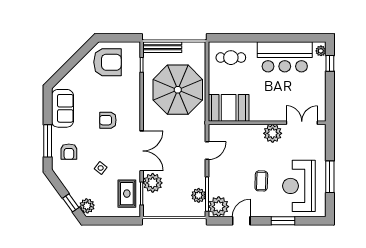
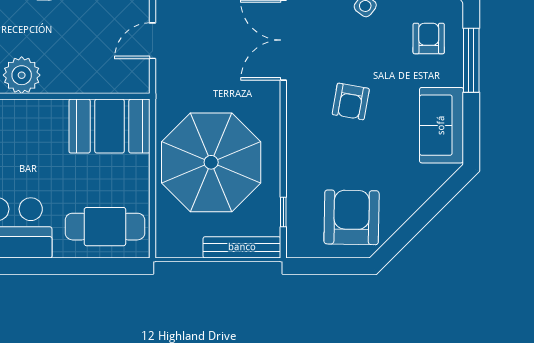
cafe table: (231, 58) -> (105, 227), width x1.37, depth x1.35
armchair: (107, 62) -> (352, 217), turned 91
armchair: (108, 120) -> (351, 101), turned 100

